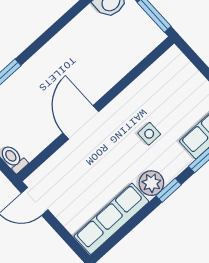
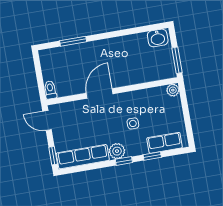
plant: (174, 57) -> (173, 90), added
window: (72, 242) -> (53, 156), added

